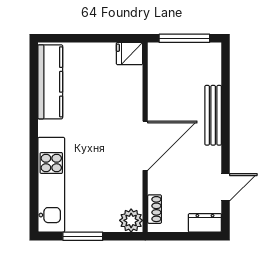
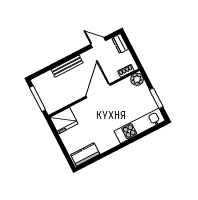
fridge: (130, 53) -> (64, 121), width x1.88, depth x1.34
kitchen counter: (50, 82) -> (85, 155), width x0.67
door: (145, 146) -> (98, 91), hinge flipped

